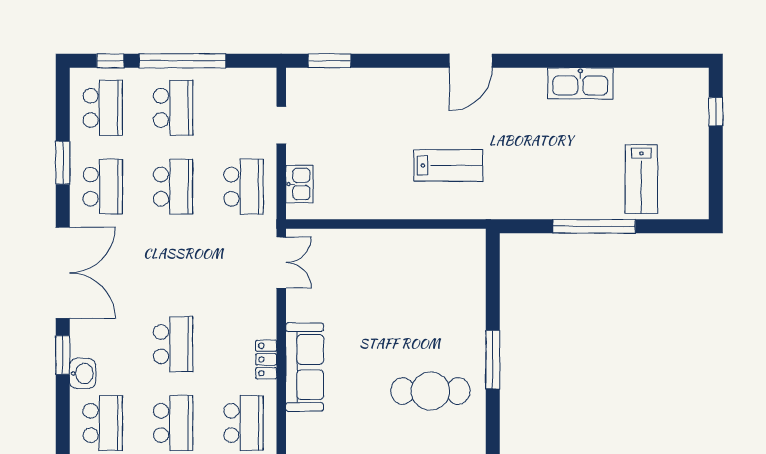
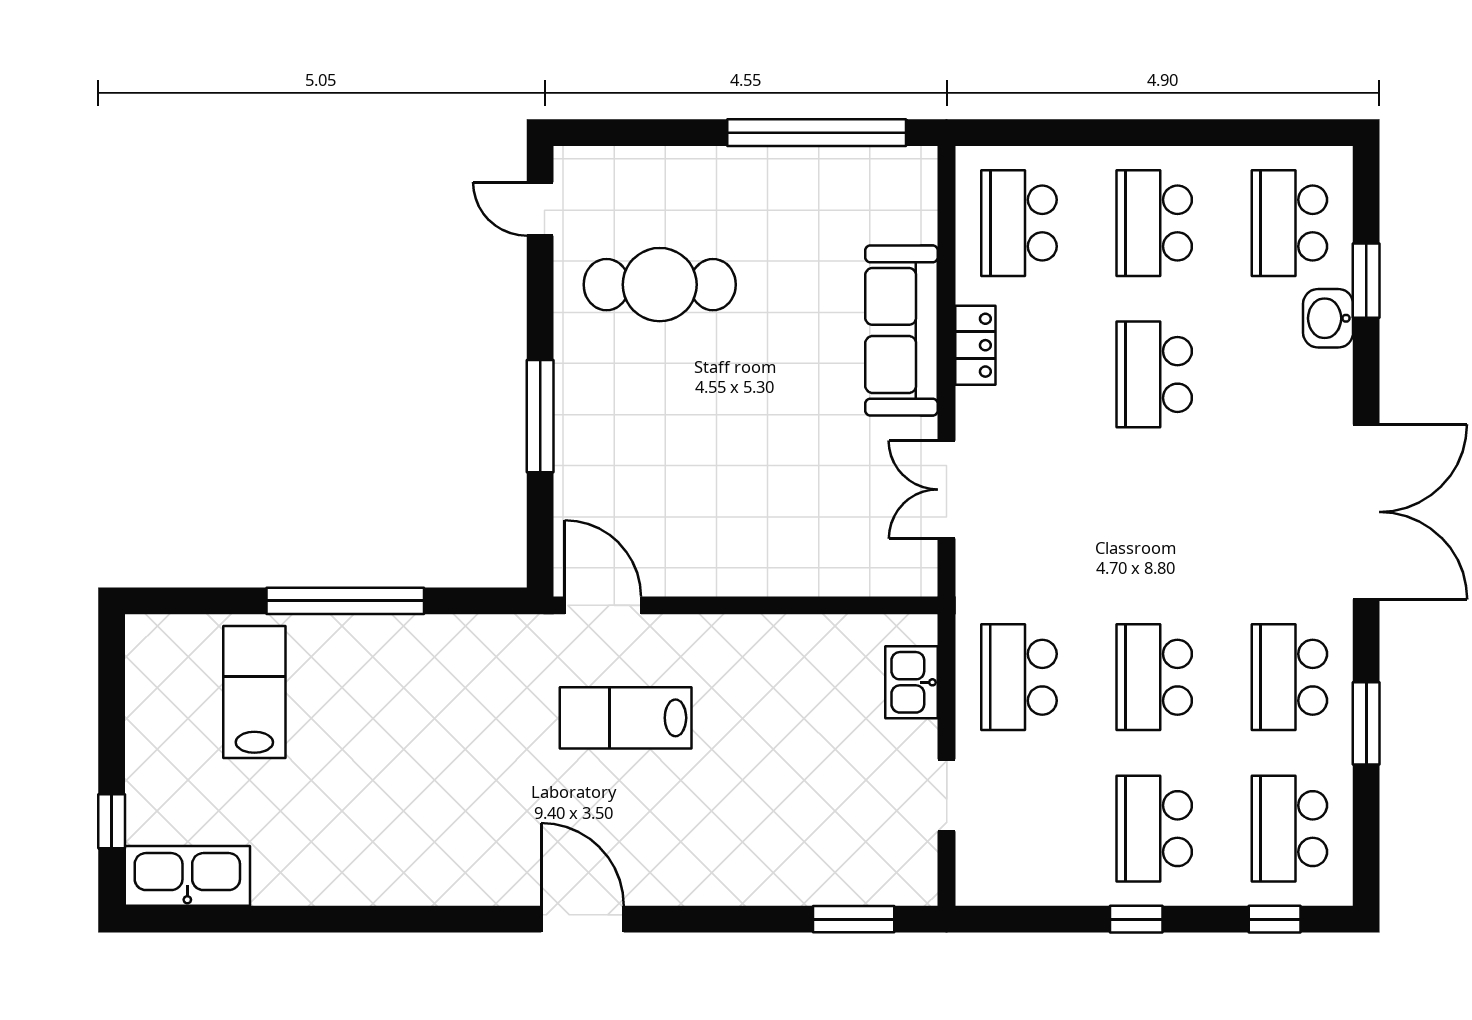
window: (182, 61) -> (1136, 919), width x0.32
door: (471, 61) -> (583, 919), hinge flipped
kitchen sink: (580, 83) -> (187, 876), moved
door: (460, 224) -> (603, 605), added
double door: (281, 262) -> (947, 490), moved
double door: (63, 273) -> (1366, 512), swing flipped
window: (63, 355) -> (1366, 281), moved
window: (493, 360) -> (540, 416), moved
door: (493, 430) -> (540, 209), added

